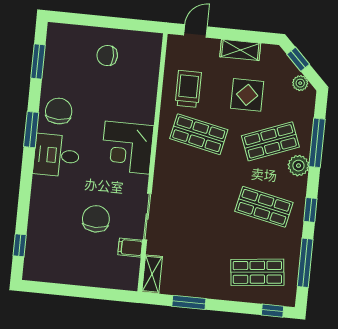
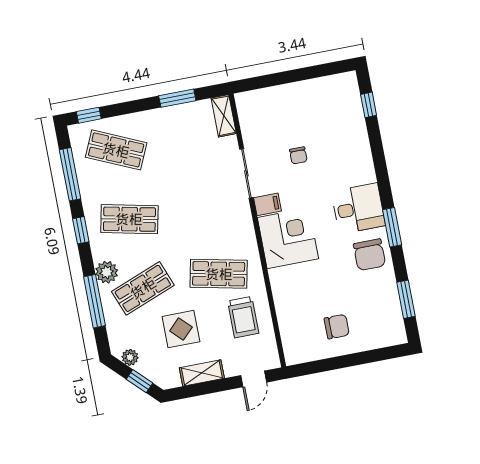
chair: (96, 219) -> (298, 155), width x0.54, depth x0.54
filing cabinet: (130, 248) -> (267, 204), moved
shop shelf: (257, 272) -> (116, 150), turned 30

